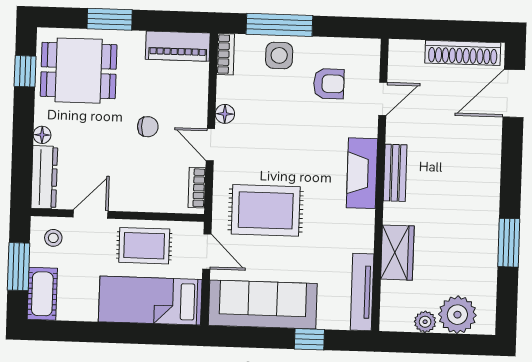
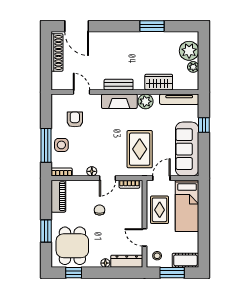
plant: (360, 225) -> (146, 101), added

